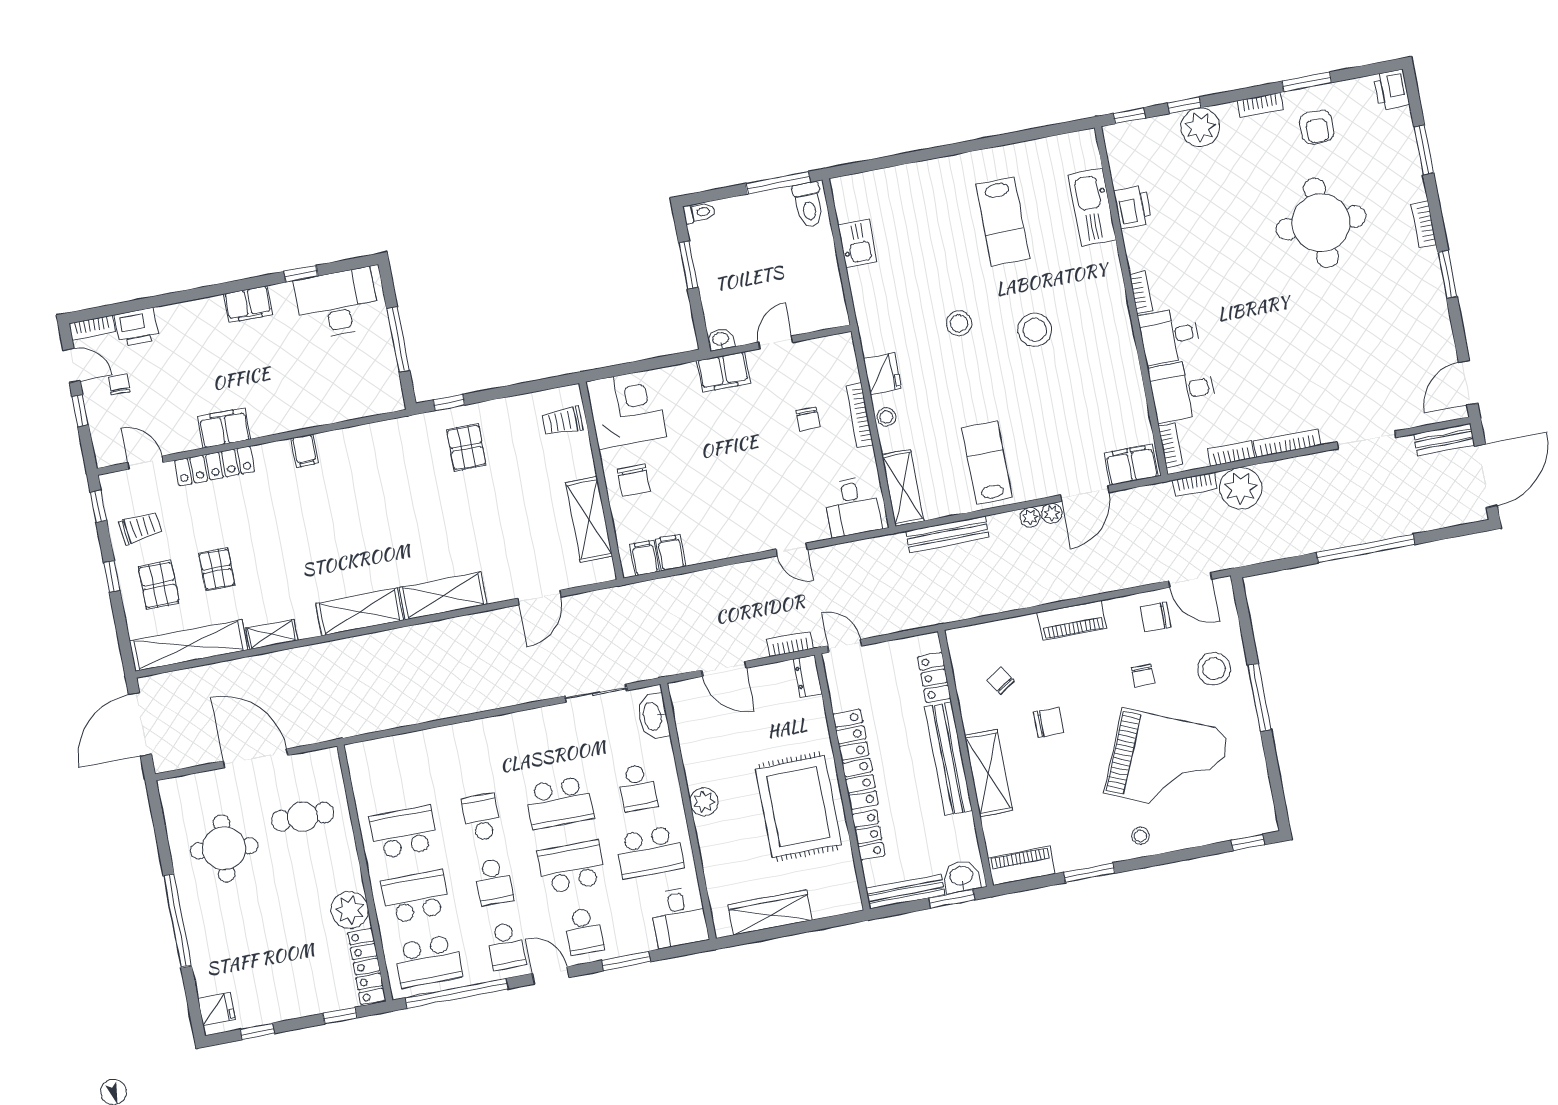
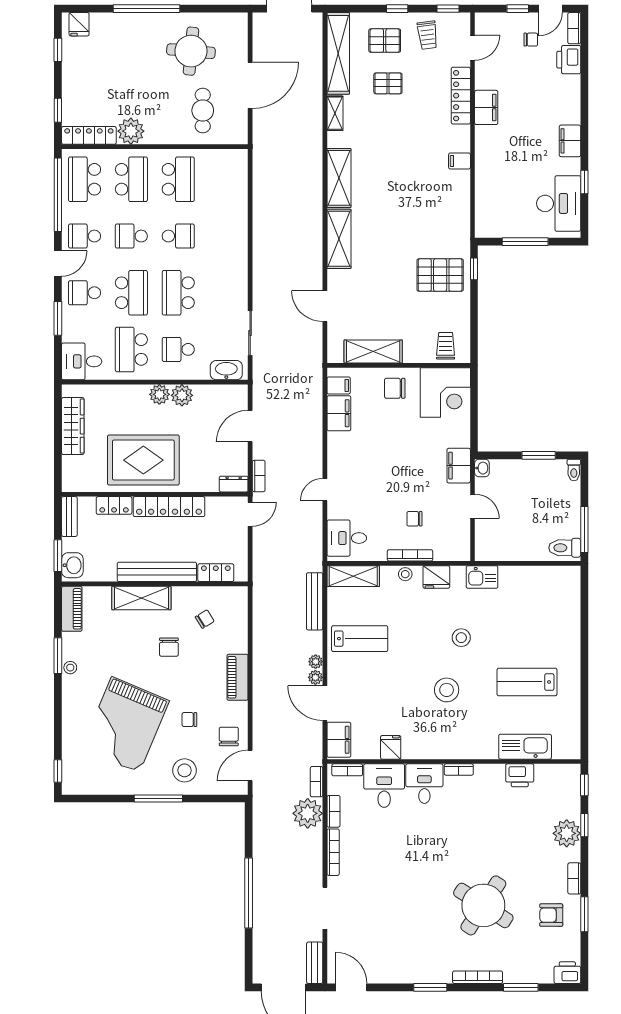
round table: (1321, 223) -> (483, 905), turned 33
bookcase: (1424, 224) -> (478, 977), width x1.56
kitchen sink: (857, 243) -> (482, 577), moved
fridge: (1128, 392) -> (391, 747), added
pallet: (466, 447) -> (440, 275), width x1.50, depth x1.42
filing cabinet: (671, 553) -> (339, 413), width x2.00
plant: (699, 771) -> (182, 395), added
stool: (1140, 836) -> (70, 668), moved
bench: (905, 892) -> (69, 517), width x0.73

